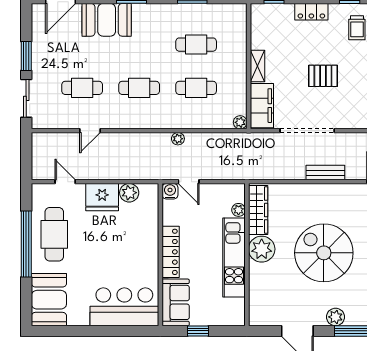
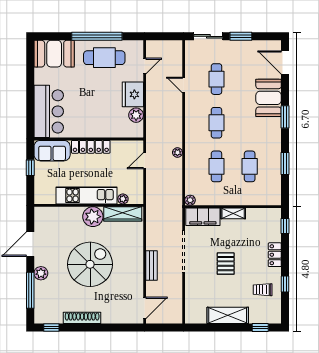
water cooler: (170, 191) -> (137, 146), removed

